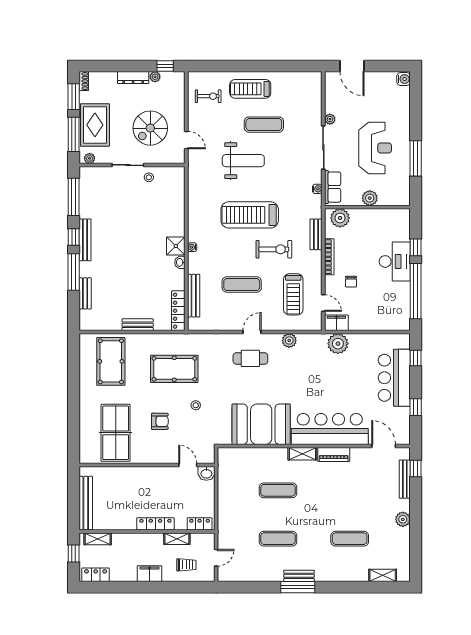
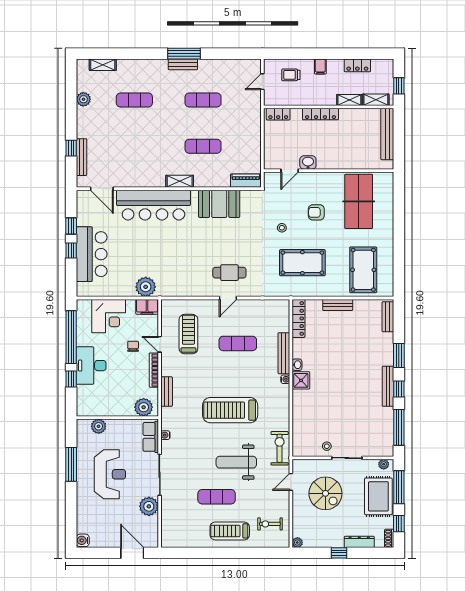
window: (165, 66) -> (339, 553), moved
dresser: (133, 77) -> (359, 542), moved
plant: (155, 77) -> (297, 543), moved
treadmill: (250, 89) -> (230, 531), turned 180
window: (74, 97) -> (399, 524), width x0.67
plant: (330, 119) -> (149, 506), width x1.88, depth x1.88
spiral stairs: (150, 128) -> (325, 493), turned 90
door: (186, 140) -> (291, 482), hinge flipped
reception desk: (375, 148) -> (110, 474), turned 180
plant: (370, 198) -> (99, 426), moved
treadmill: (250, 215) -> (230, 410), turned 180
exercise bike: (274, 249) -> (280, 448), moved, turned 90
window: (74, 272) -> (399, 355), width x0.69
bench: (85, 293) -> (388, 317), moved
bench: (194, 296) -> (284, 353), moved
door: (323, 303) -> (160, 344), moved
corner desk: (377, 313) -> (109, 316), added
plant: (289, 340) -> (192, 290), removed
window: (416, 358) -> (71, 251), moved
booth: (261, 424) -> (219, 204), width x0.73, depth x0.70
piano: (334, 454) -> (246, 181), moved
door: (188, 465) -> (290, 171), hinge flipped
window: (416, 469) -> (71, 148), moved
washbasin: (206, 473) -> (308, 162), moved
plant: (403, 519) -> (83, 99), moved
shelving: (177, 539) -> (349, 100), moved
filing cabinet: (150, 574) -> (320, 66), width x0.50
locker: (96, 575) -> (357, 65), moved

